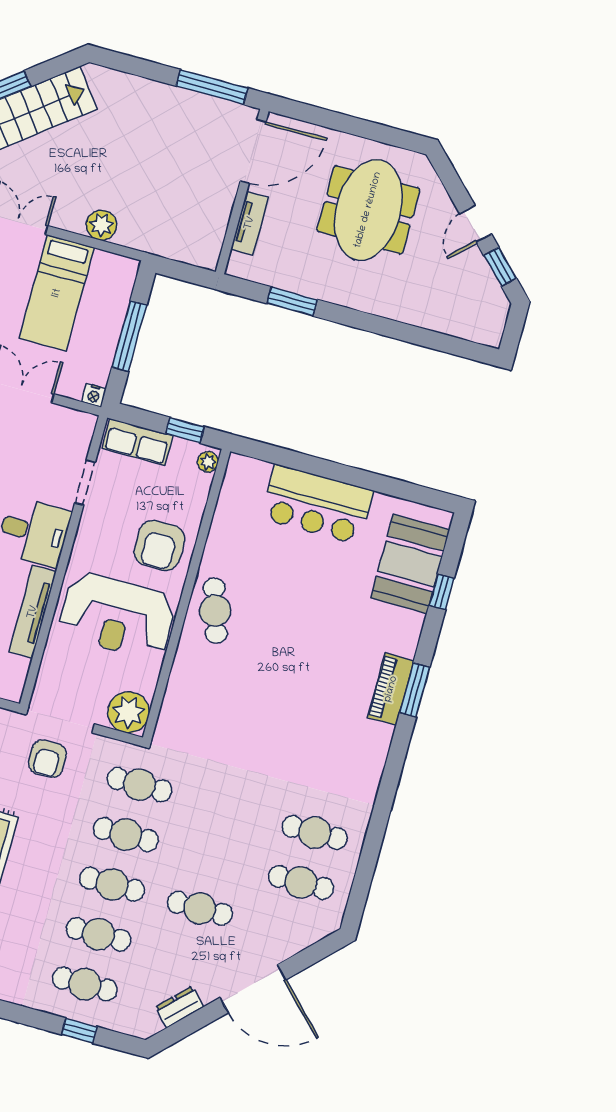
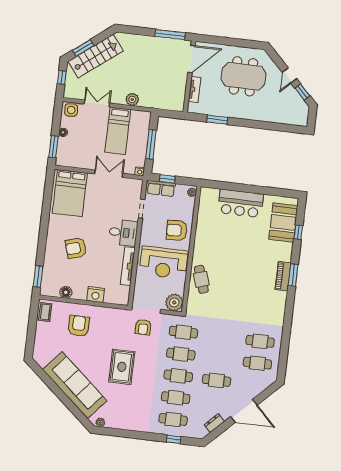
meeting table: (368, 210) -> (243, 76), turned 90
window: (185, 430) -> (167, 179), moved
armchair: (159, 545) -> (177, 230), turned 87
cafe table: (215, 611) -> (201, 279), moved

